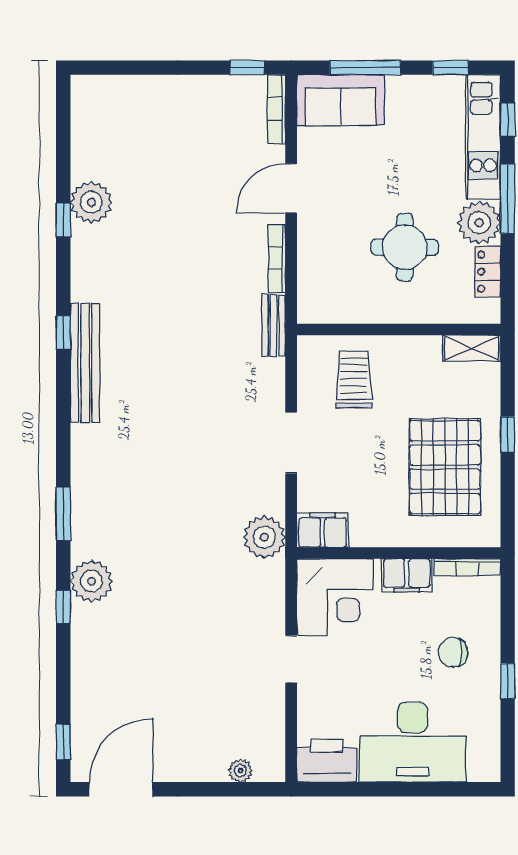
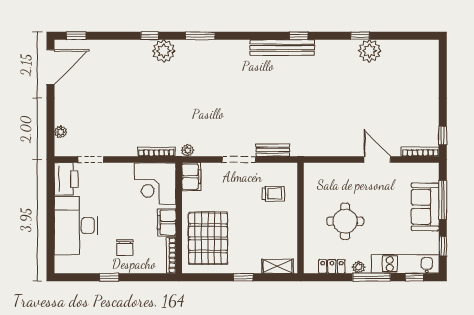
sofa: (341, 100) -> (425, 207), moved
plant: (479, 223) -> (359, 267), width x0.53, depth x0.53
bookcase: (277, 258) -> (156, 152), moved
bench: (274, 325) -> (273, 150), moved
shelving: (472, 348) -> (278, 266), moved, turned 90
trolley: (354, 379) -> (273, 194), width x0.73, depth x0.72
pallet: (445, 467) -> (208, 238), moved, turned 90
plant: (264, 537) -> (188, 150), width x0.53, depth x0.53
chair: (453, 652) -> (125, 248), turned 180
doorway: (291, 659) -> (91, 160), moved
door: (121, 789) -> (50, 67), hinge flipped

